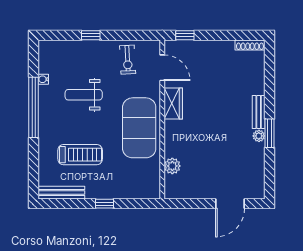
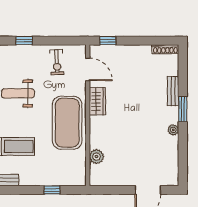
bench: (259, 112) -> (173, 91), moved
window: (270, 133) -> (183, 109), moved
window: (105, 204) -> (52, 190), moved

